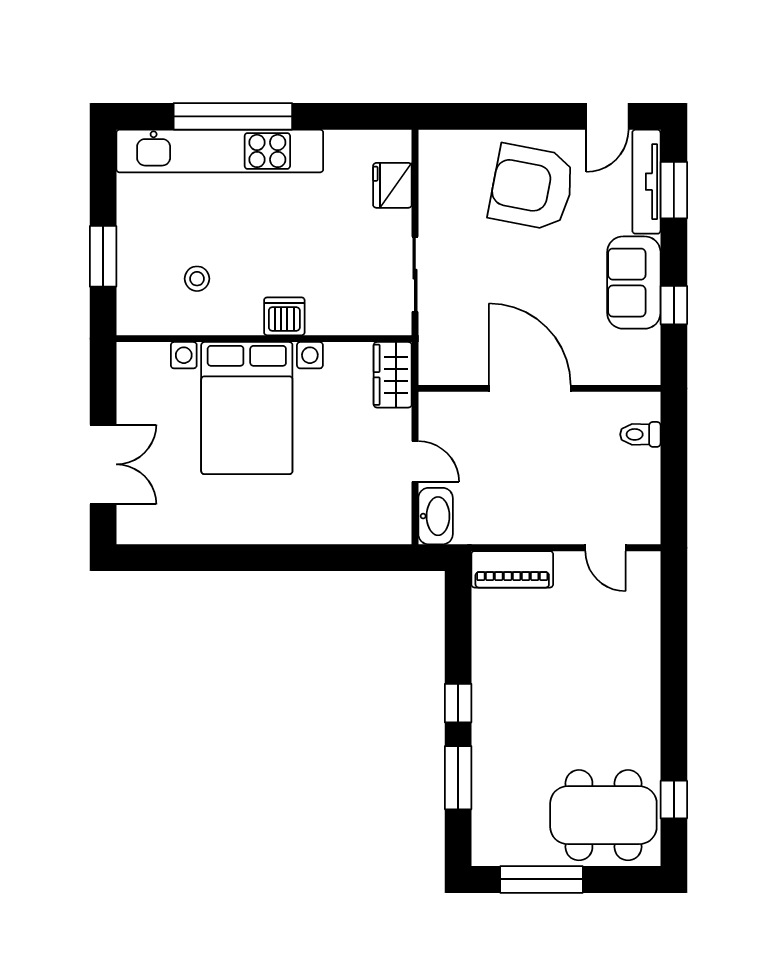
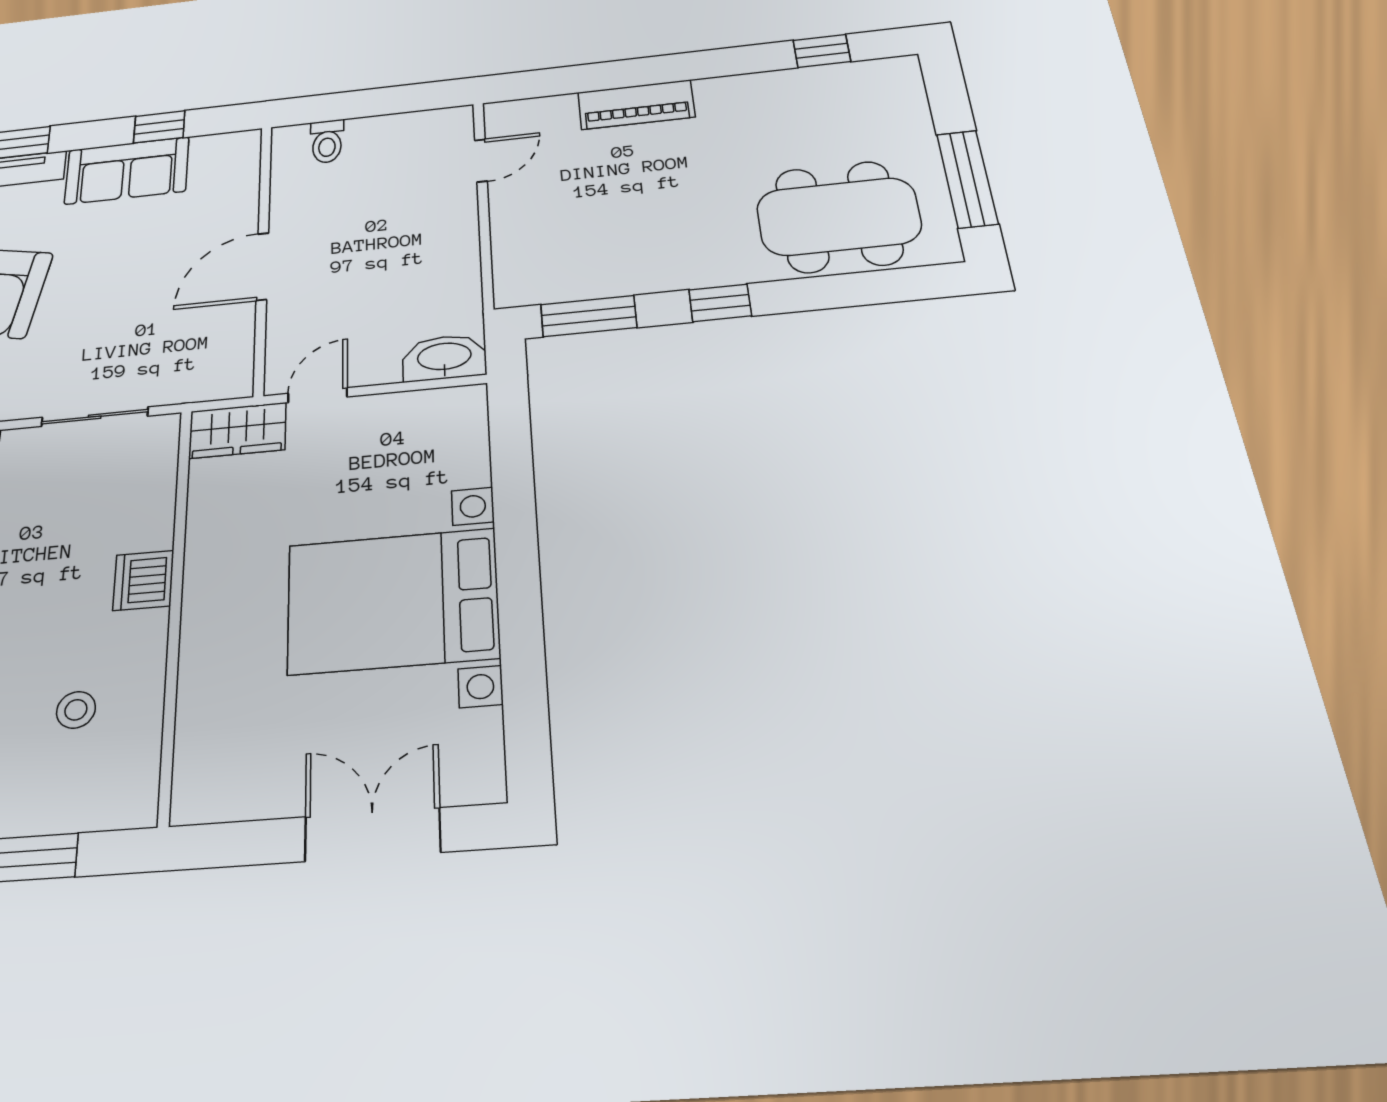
door: (530, 388) -> (262, 266), width x0.73
bed with nightstands: (247, 408) -> (392, 601), moved, turned 180
door: (415, 462) -> (318, 395), moved
piano: (512, 569) -> (636, 105), moved, turned 90
window: (458, 778) -> (589, 316), moved
dining table: (603, 815) -> (839, 217), moved, turned 90

